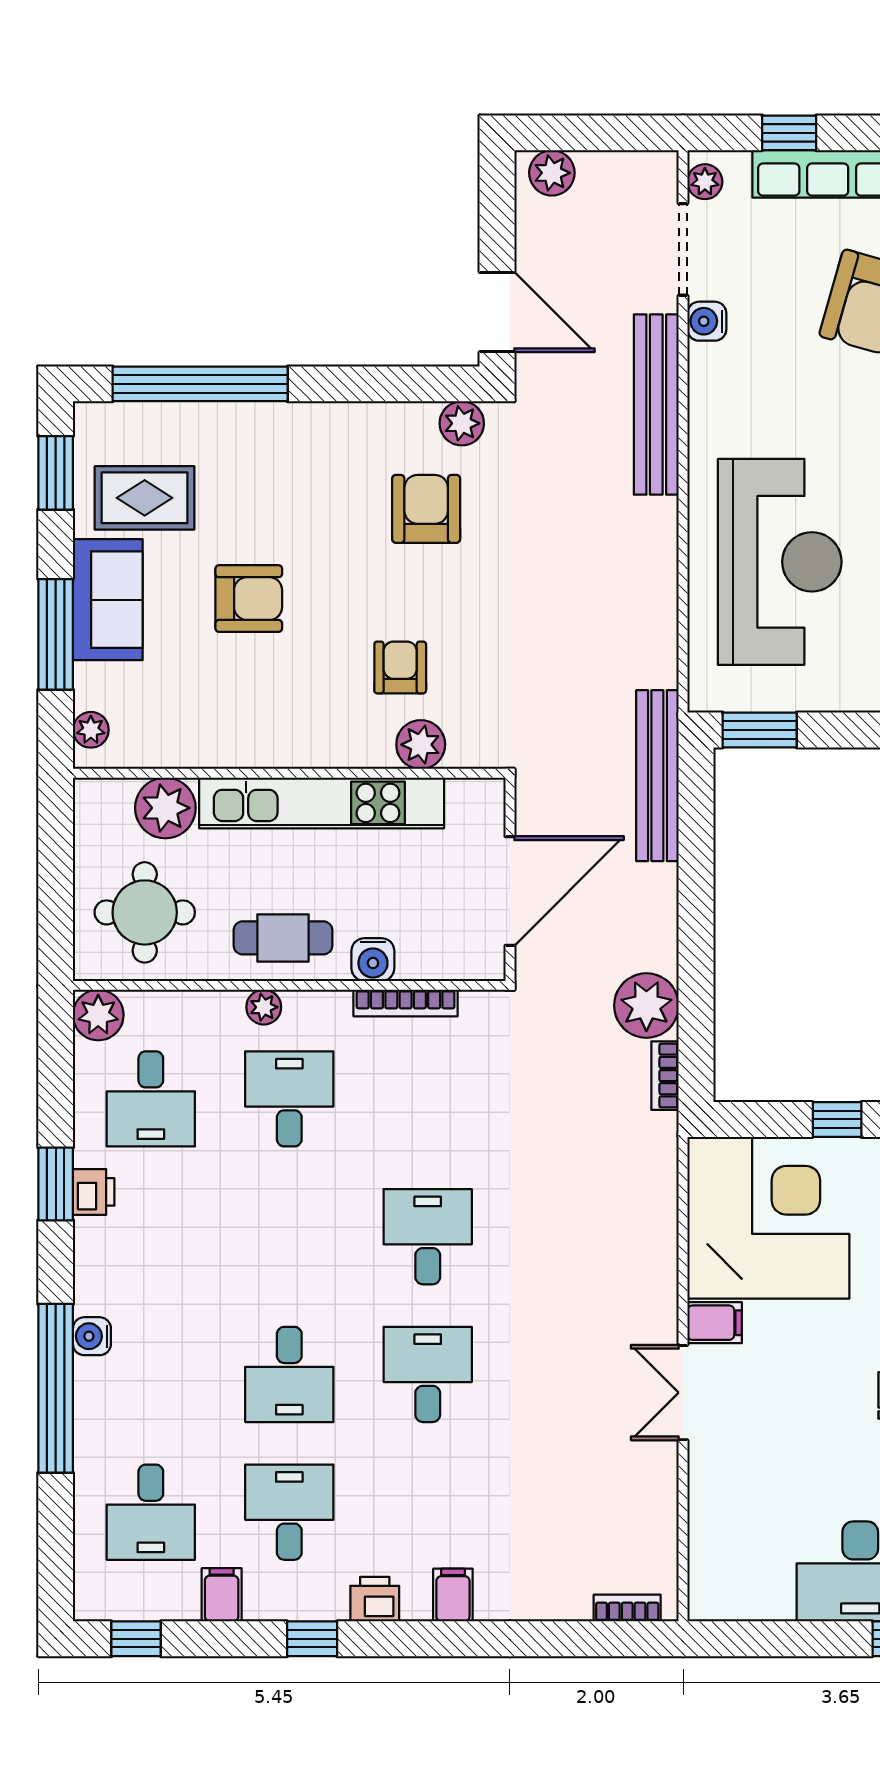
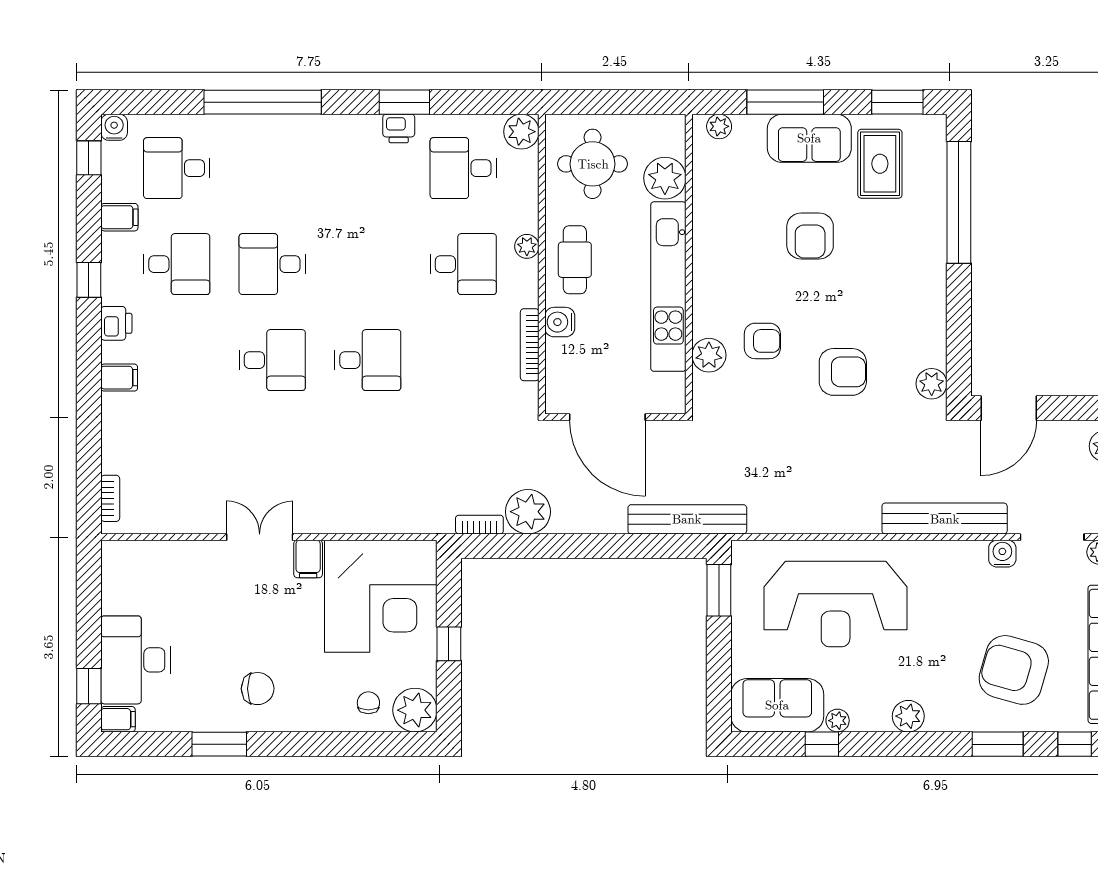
armchair: (426, 509) -> (843, 372), moved
water cooler: (92, 1336) -> (114, 127), moved

